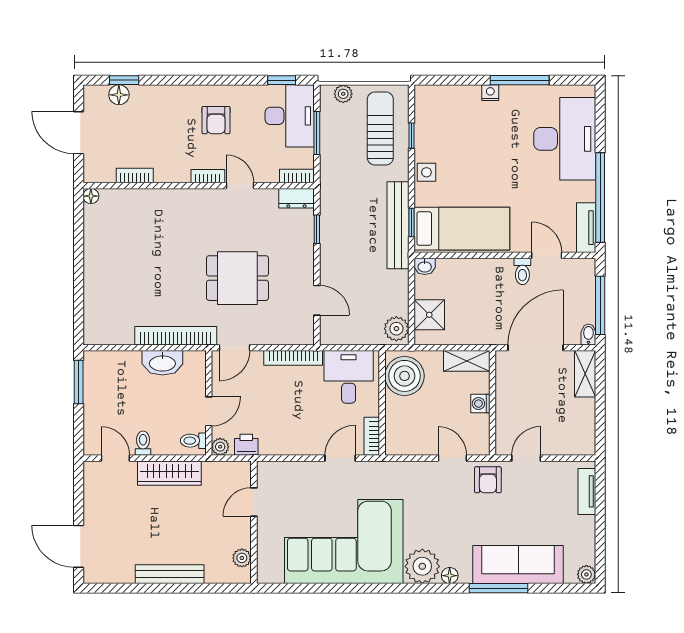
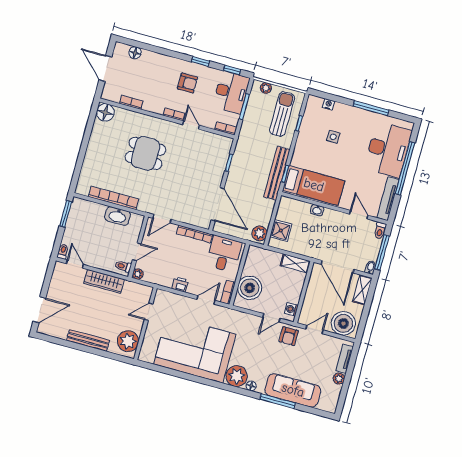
window: (124, 80) -> (200, 62), moved
nightstand: (490, 93) -> (328, 104), moved
armchair: (216, 120) -> (188, 83), turned -90
side table: (426, 172) -> (333, 137), moved
floor lamp: (91, 196) -> (105, 112), width x1.89, depth x1.89
window: (600, 197) -> (405, 168), moved
dresser: (296, 198) -> (222, 141), removed
tv unit: (586, 228) -> (388, 199), width x1.41
washbasin: (425, 266) -> (317, 210), moved
toilet: (522, 271) -> (380, 231), moved
dining table: (237, 278) -> (145, 153), moved
door: (317, 300) -> (218, 204), width x1.88
bookcase: (176, 336) -> (114, 198), moved
door: (535, 348) -> (338, 267), swing flipped
boiler: (405, 376) -> (250, 288), moved
washing machine: (480, 404) -> (291, 309), moved
boiler: (570, 436) -> (343, 323), added
toilet: (143, 443) -> (63, 251), moved
printer: (246, 445) -> (180, 284), moved
door: (452, 458) -> (271, 318), swing flipped
door: (79, 546) -> (39, 310), swing flipped
plant: (242, 558) -> (128, 341), width x1.87, depth x1.87
plant: (586, 574) -> (339, 379), moved

